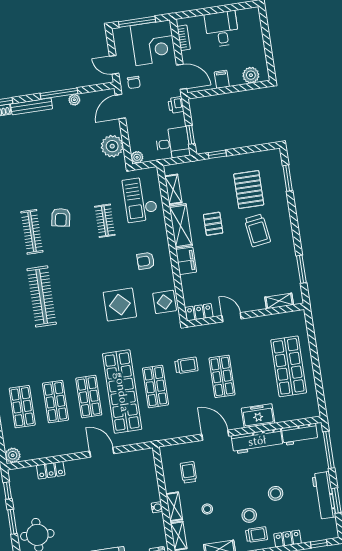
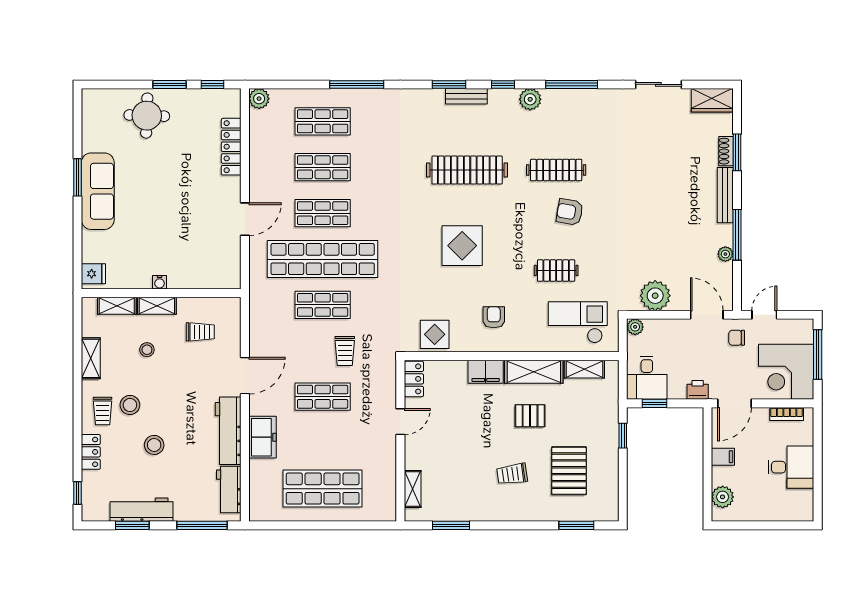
pallet: (249, 189) -> (569, 471), turned 90
trolley: (257, 230) -> (512, 474), width x0.73, depth x0.72
display table: (120, 305) -> (462, 246), moved
locker: (51, 470) -> (231, 147), width x1.53

